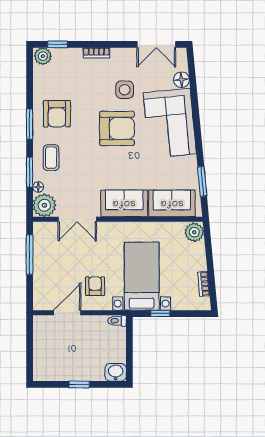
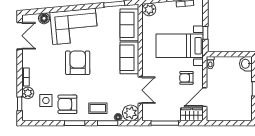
plant: (43, 56) -> (28, 93), moved
side table: (125, 90) -> (46, 100), moved
armchair: (57, 114) -> (67, 104), turned 180
wardrobe: (42, 294) -> (192, 114), added
door: (67, 313) -> (205, 97), hinge flipped

